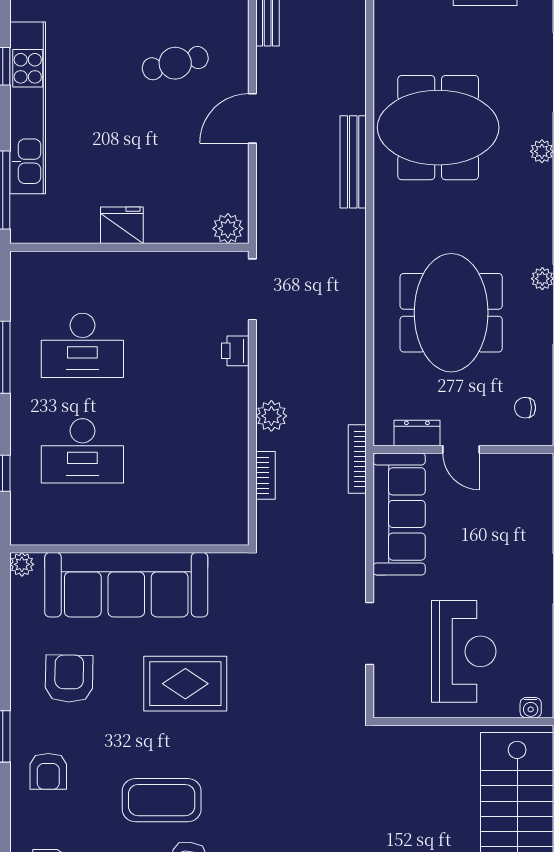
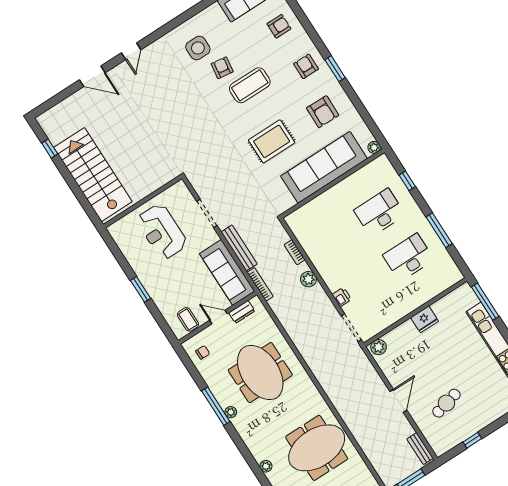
bench: (353, 162) -> (239, 248), moved
coffee table: (514, 478) -> (188, 319), added
water cooler: (531, 708) -> (118, 226), removed

